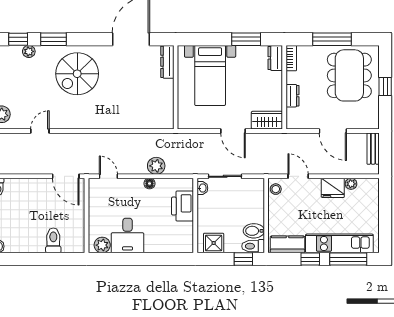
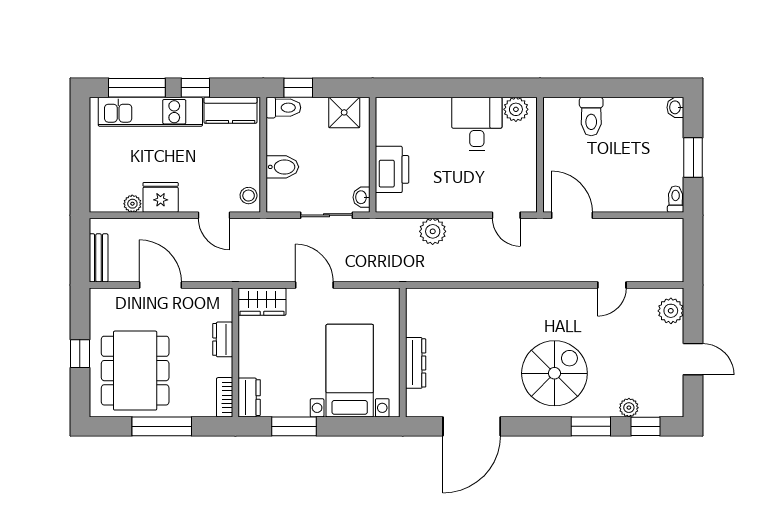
dresser: (167, 62) -> (416, 363), moved
floor lamp: (150, 183) -> (443, 204), removed
bidet: (254, 231) -> (282, 167), moved

